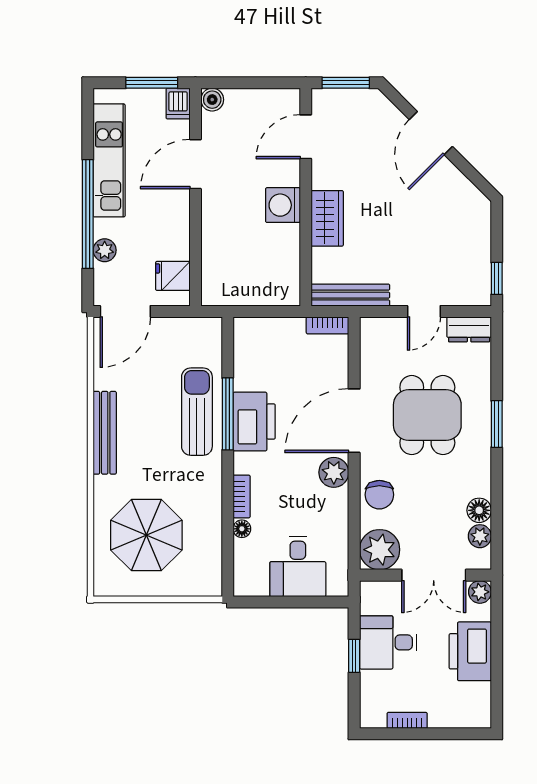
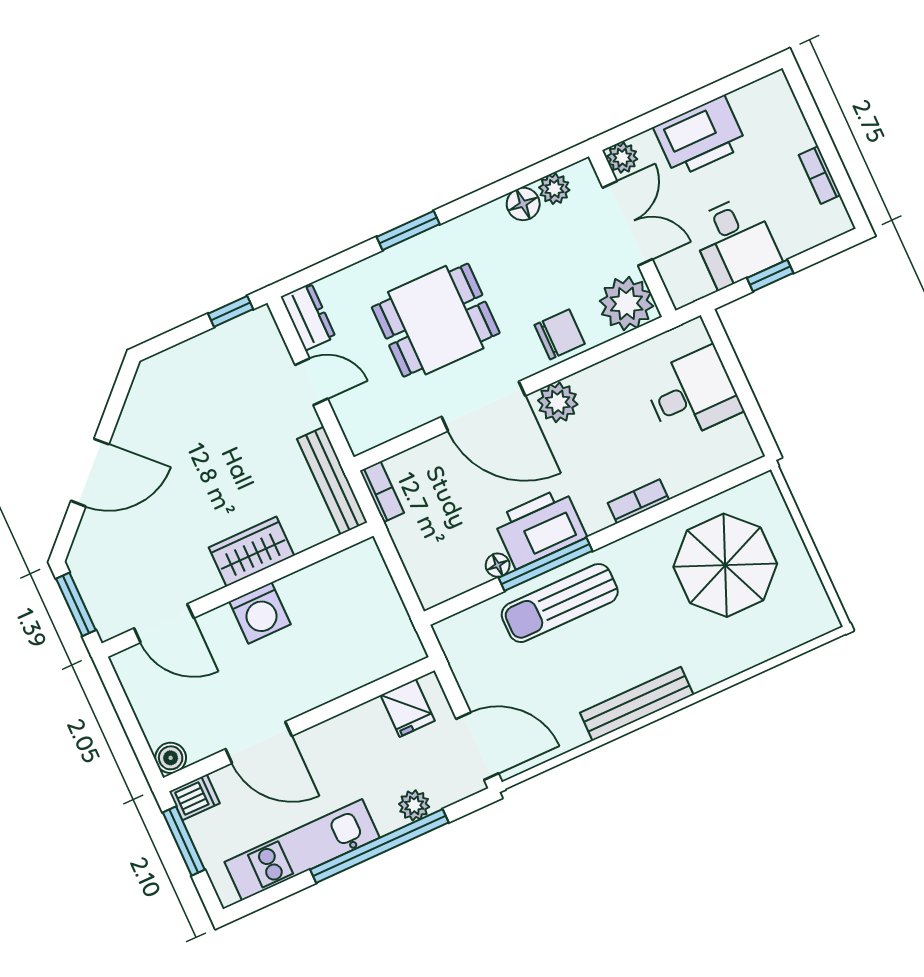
floor lamp: (242, 529) -> (498, 565), moved
parasol: (146, 535) -> (725, 565), moved

